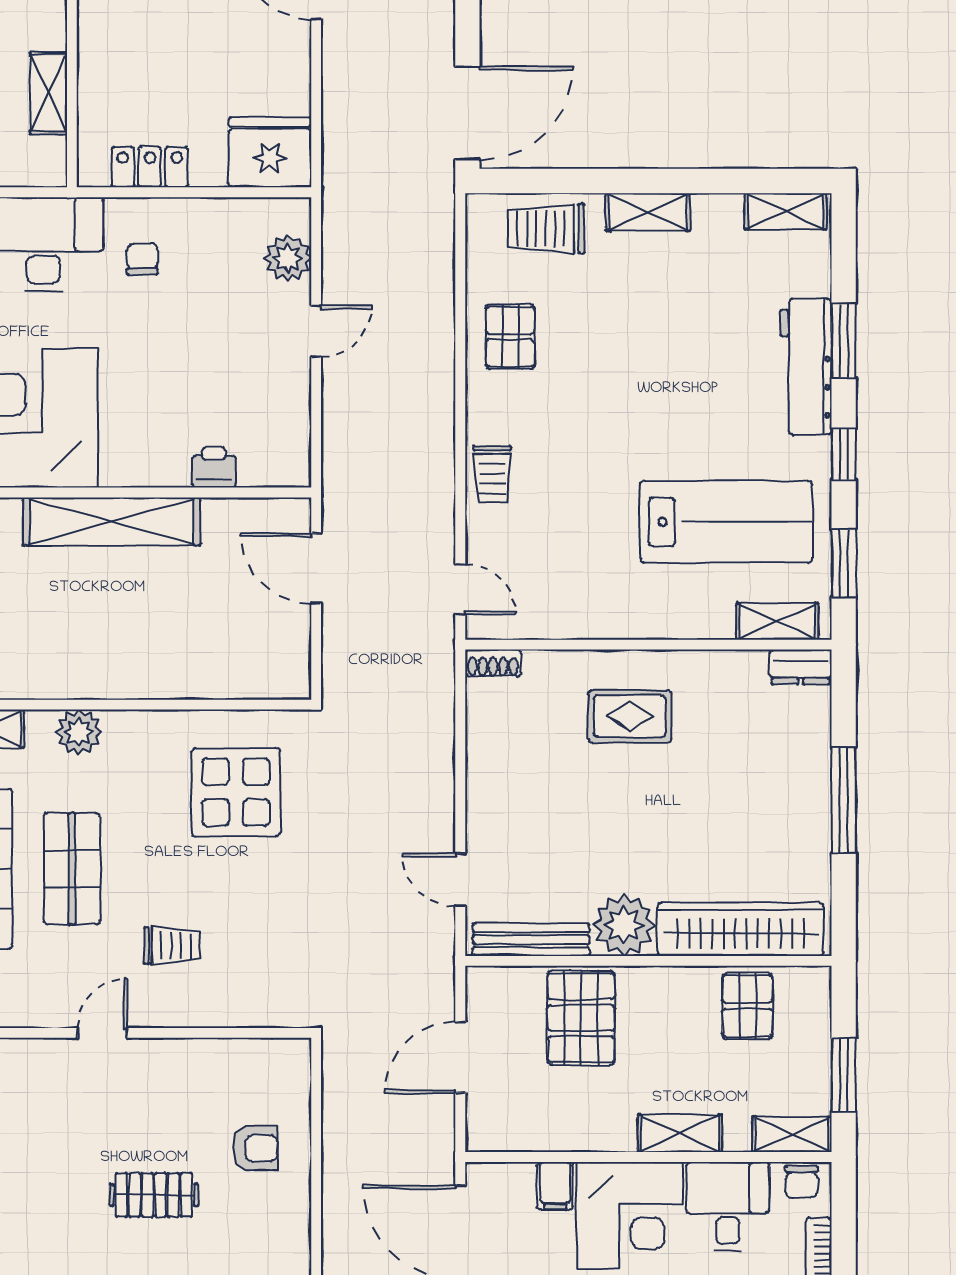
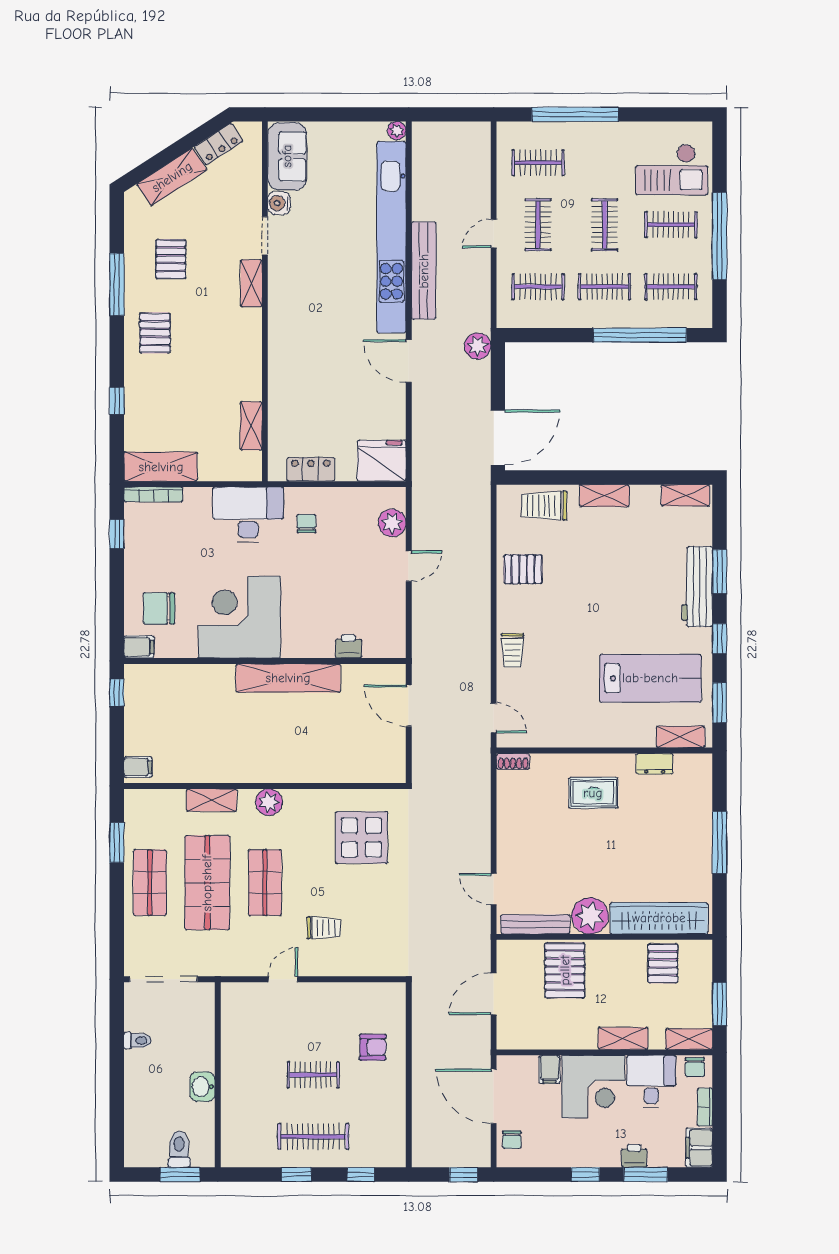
pallet: (510, 337) -> (523, 569), turned 90
dresser: (801, 667) -> (655, 764), moved

